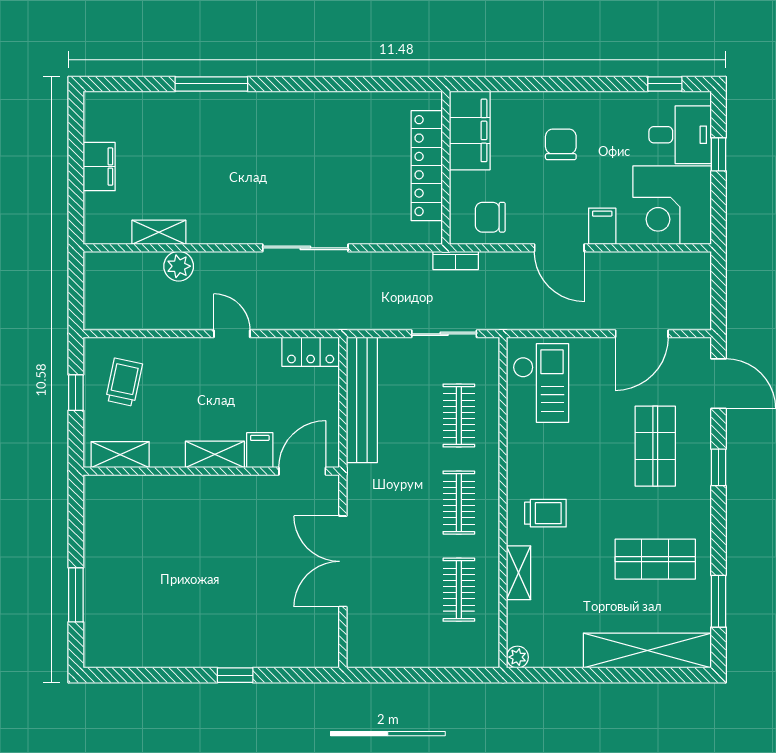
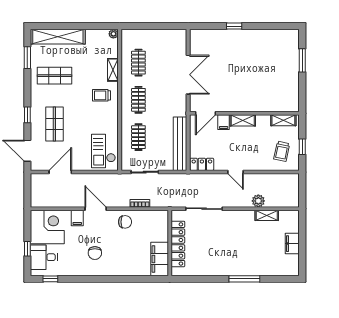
filing cabinet: (470, 130) -> (160, 259), moved
locker: (427, 166) -> (178, 244), moved
wall: (446, 168) -> (170, 243), moved

